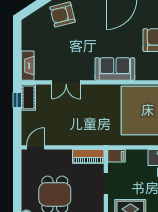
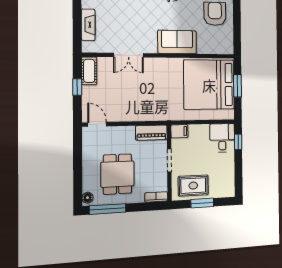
fireplace: (28, 66) -> (88, 25), moved
window: (17, 100) -> (77, 87), moved
door: (36, 147) -> (97, 124), hinge flipped

